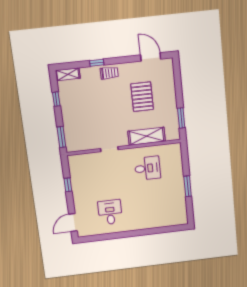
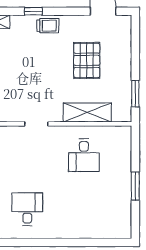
desk: (147, 168) -> (84, 155), turned 90

